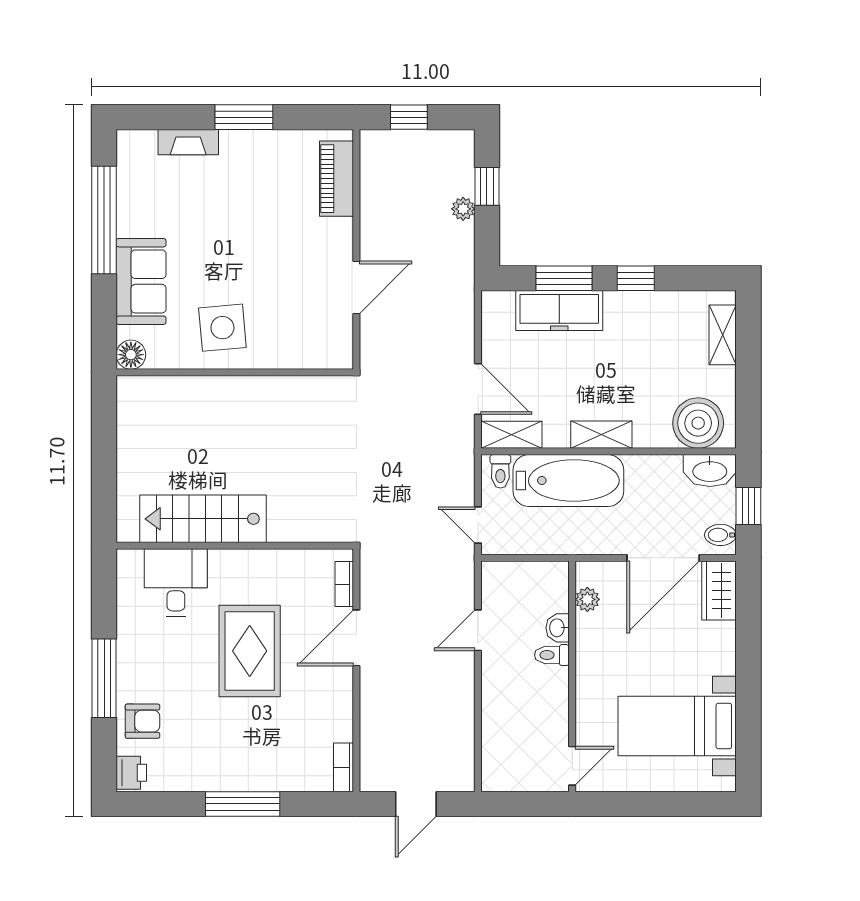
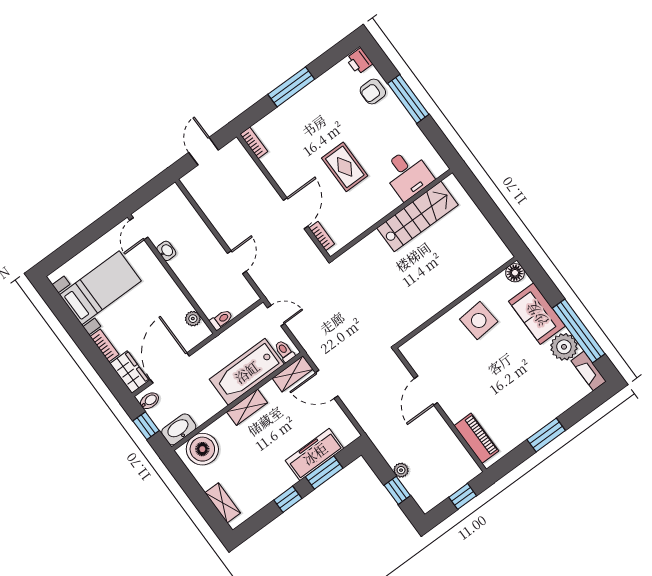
fireplace: (188, 142) -> (589, 371), moved, turned -90
plant: (138, 214) -> (564, 347), added
washbasin: (558, 628) -> (166, 251), moved
bookcase: (726, 648) -> (105, 345), added
rug: (250, 651) -> (345, 167), width x0.73, depth x0.70
toilet: (552, 655) -> (221, 320), moved

